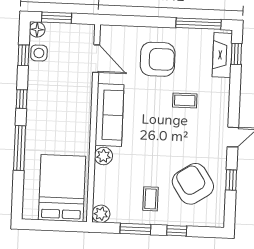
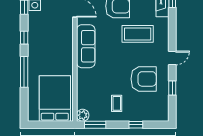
coffee table: (185, 100) -> (138, 34), width x1.86, depth x1.72
plant: (103, 156) -> (83, 75), removed
armchair: (193, 184) -> (144, 79), moved, turned 123
window: (135, 229) -> (95, 125), moved

